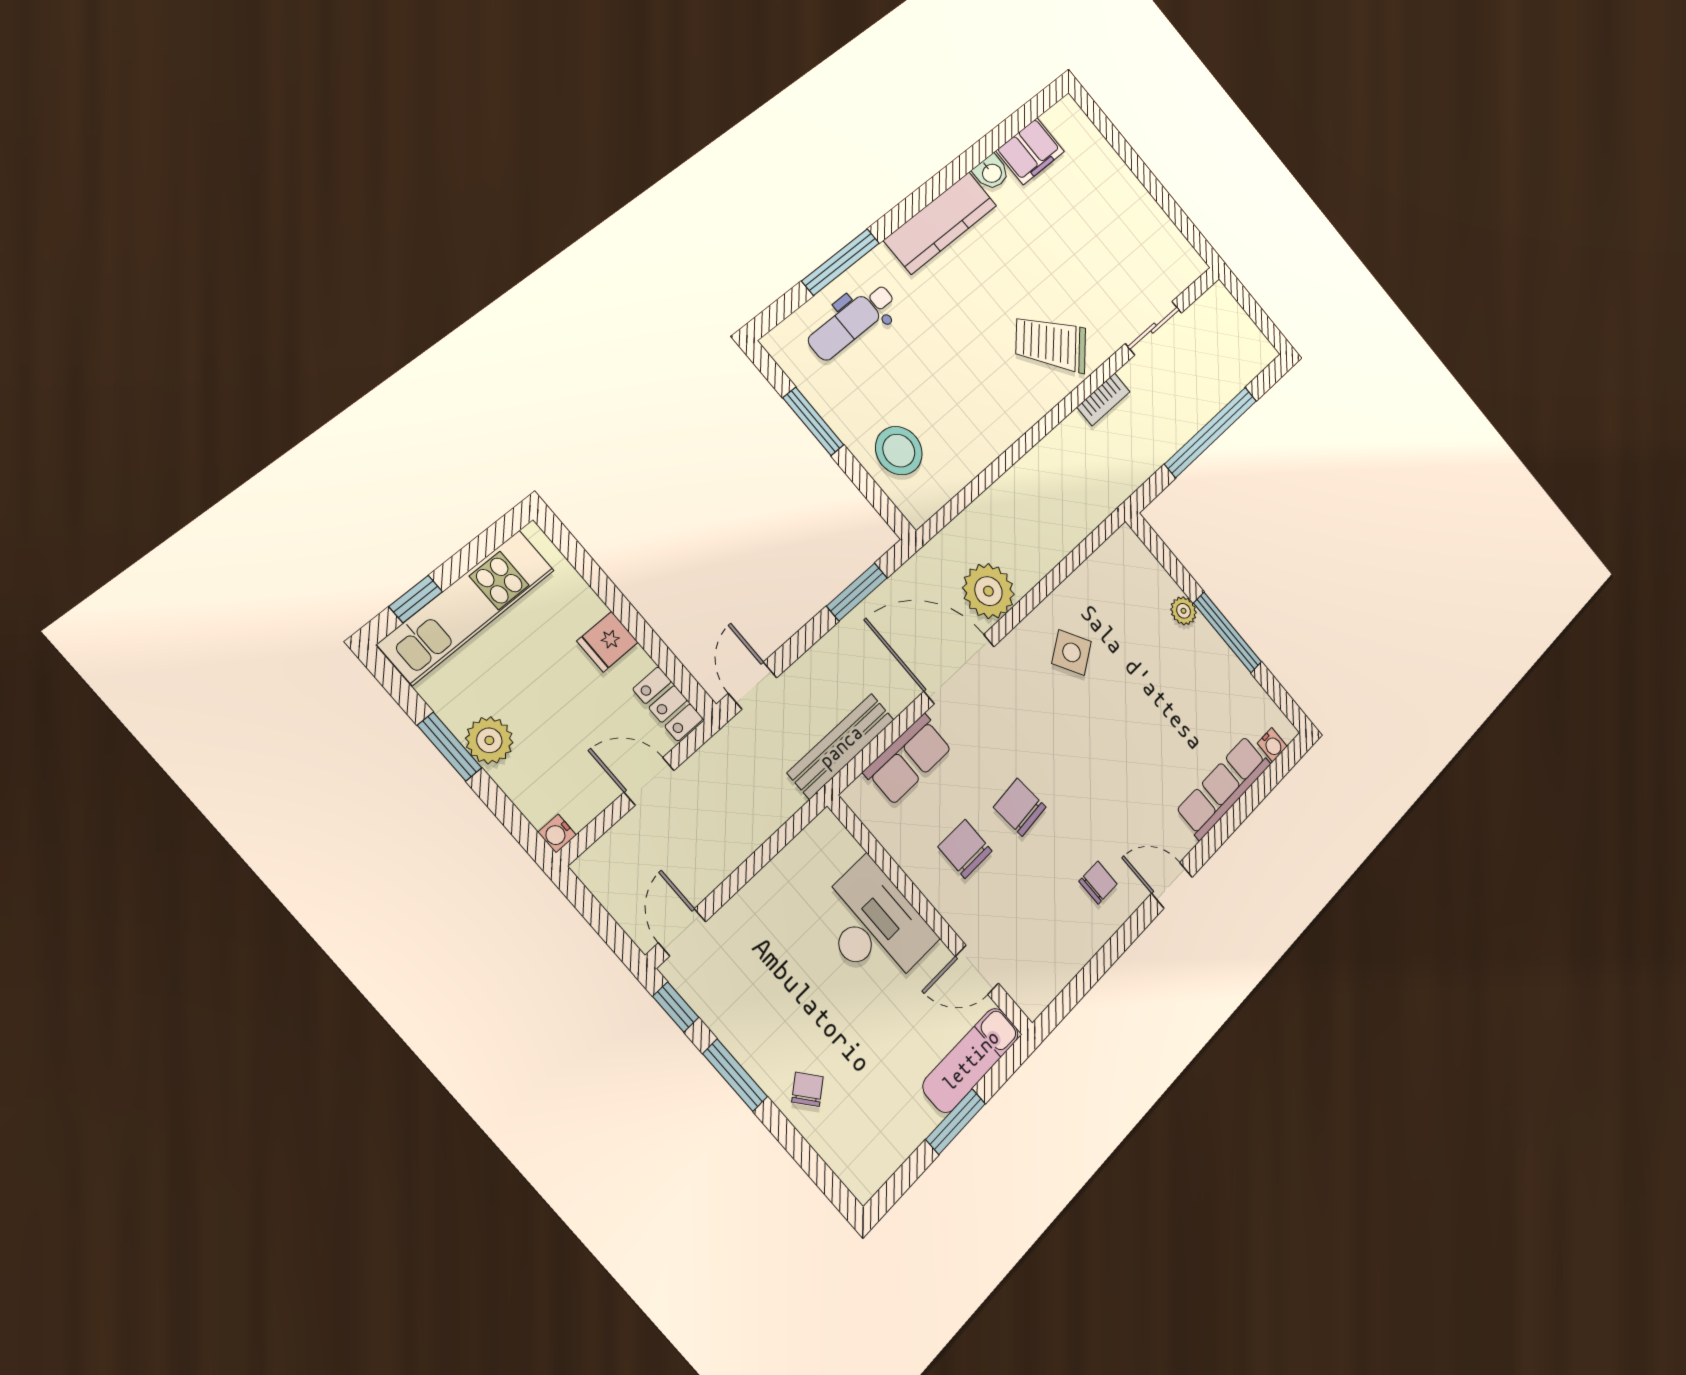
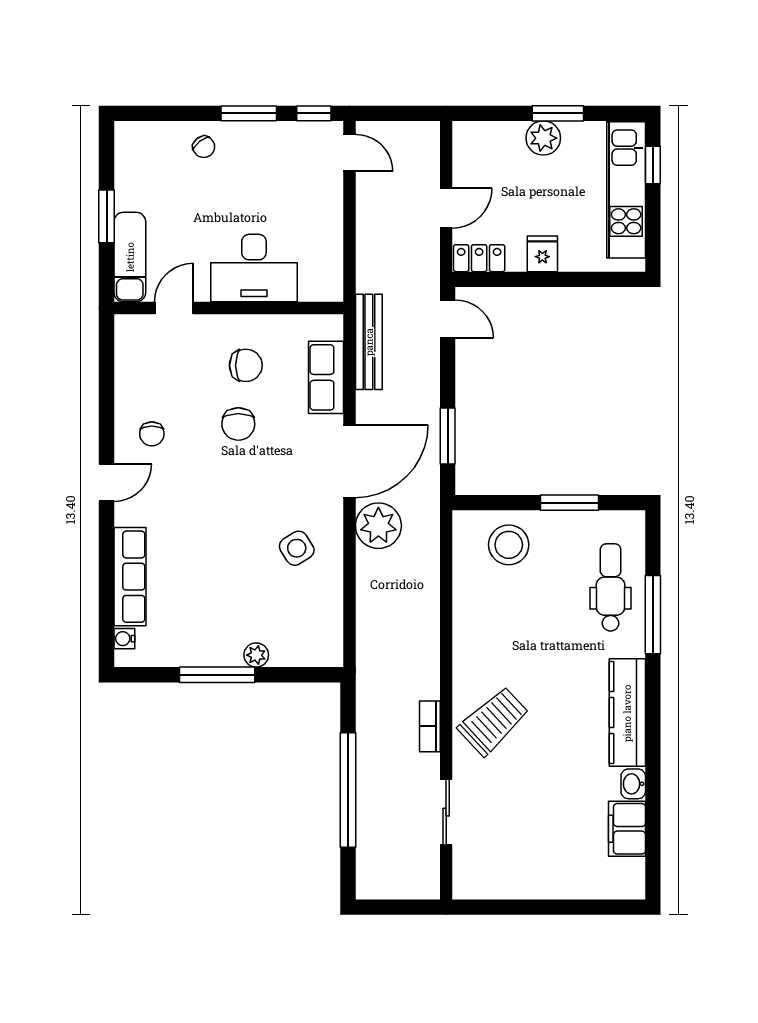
chair: (1020, 807) -> (238, 424), turned 95
water cooler: (557, 834) -> (462, 131), removed

